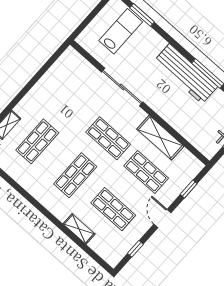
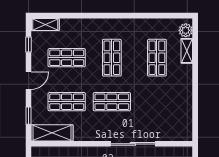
shelving: (160, 138) -> (52, 133), moved
door: (162, 218) -> (29, 81), hinge flipped
shelving: (79, 229) -> (45, 24), moved

